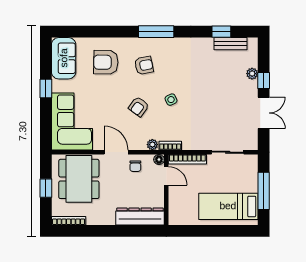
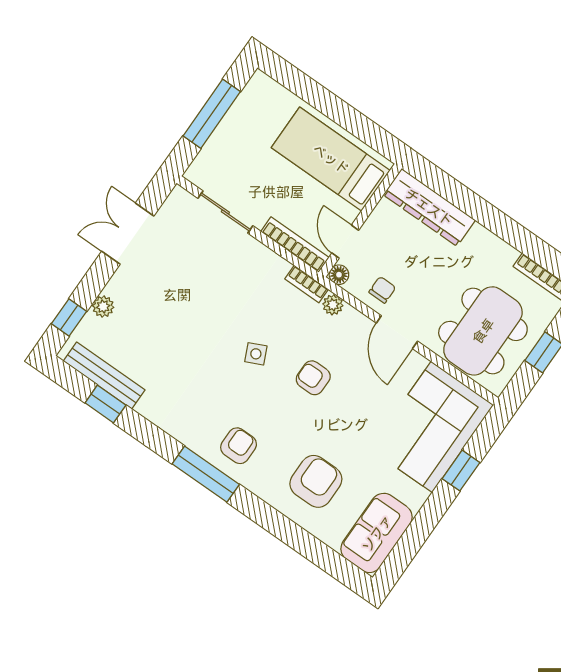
bench: (231, 44) -> (104, 376), width x1.36
armchair: (106, 62) -> (316, 481), turned -91
armchair: (144, 65) -> (239, 446), moved, turned 101
window: (264, 80) -> (69, 318), moved
window: (46, 88) -> (461, 471), moved
armchair: (139, 107) -> (313, 378), turned -126
bed: (228, 206) -> (331, 159), moved, turned 180

